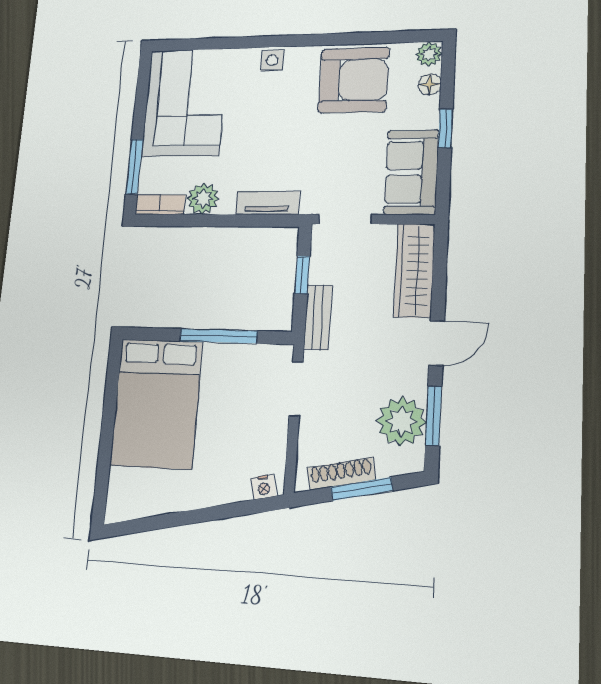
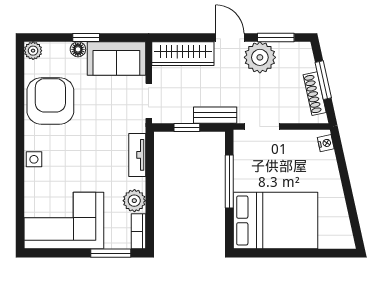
floor lamp: (430, 84) -> (78, 49), moved
plant: (401, 421) -> (260, 57), moved

